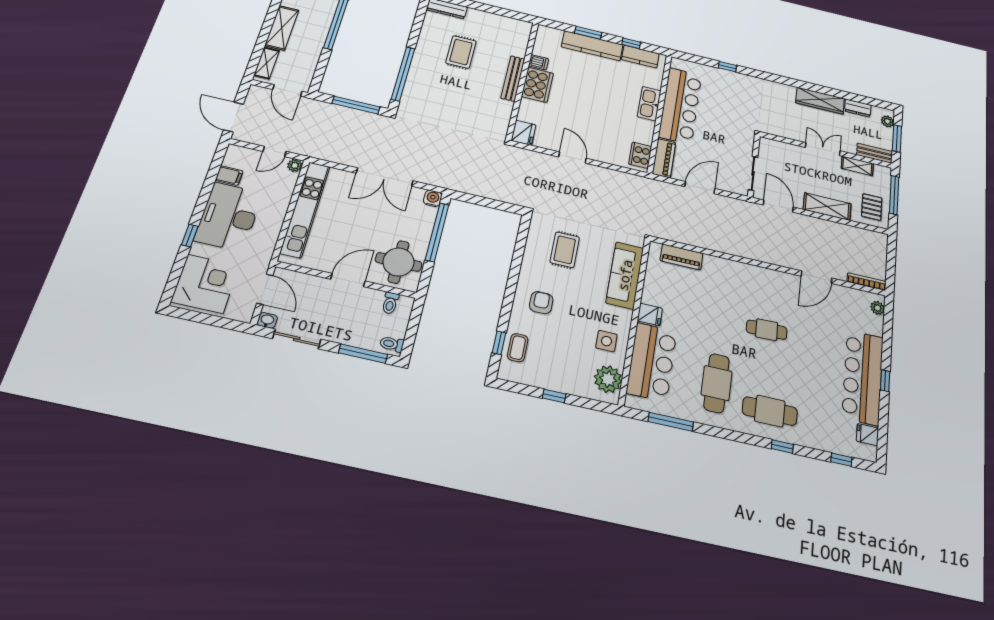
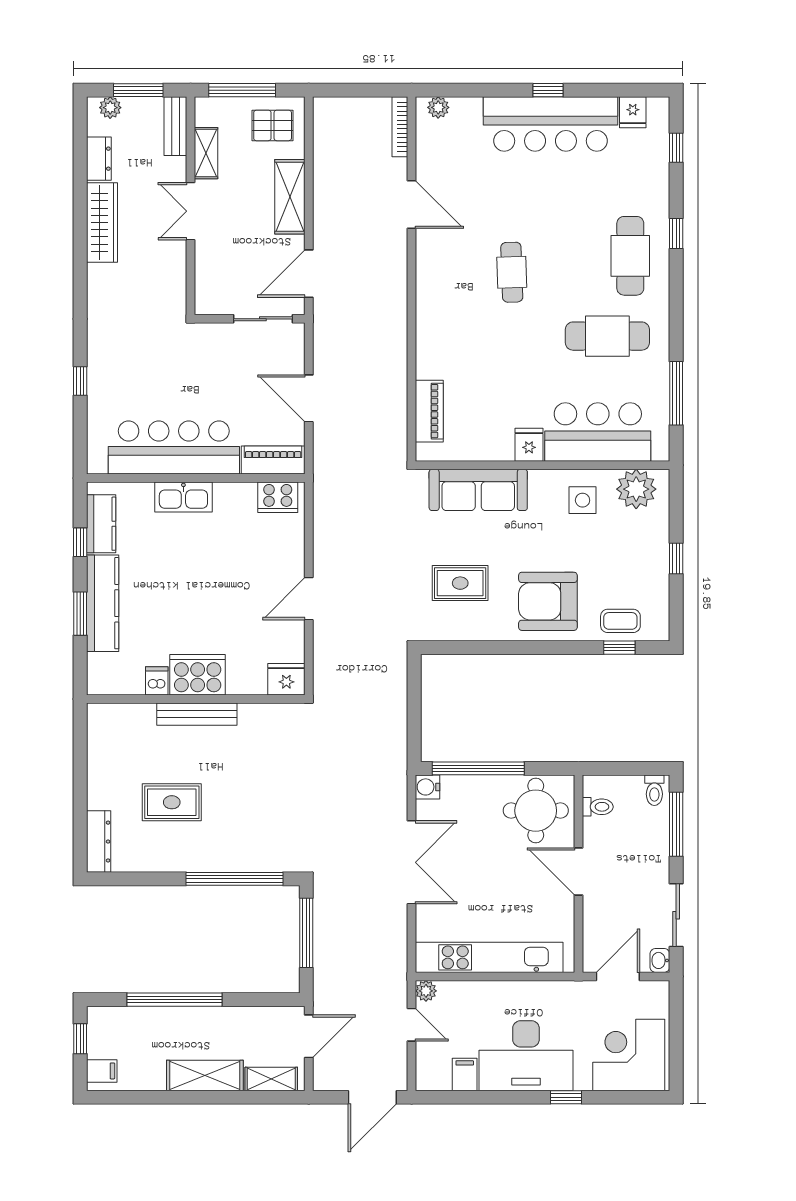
armchair: (541, 303) -> (548, 601), width x1.88, depth x1.88

